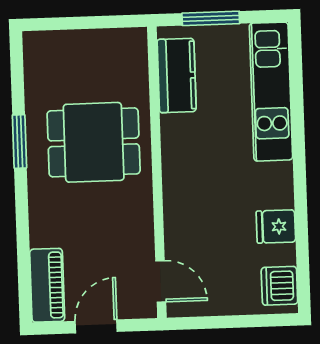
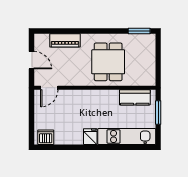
window: (20, 141) -> (139, 31), moved
fridge: (276, 227) -> (90, 137), moved
piano: (47, 285) -> (65, 40), moved

